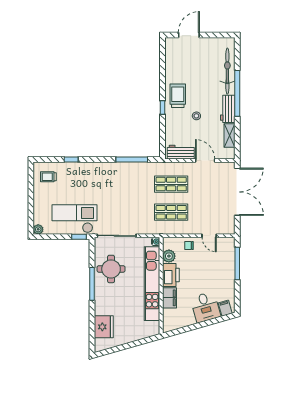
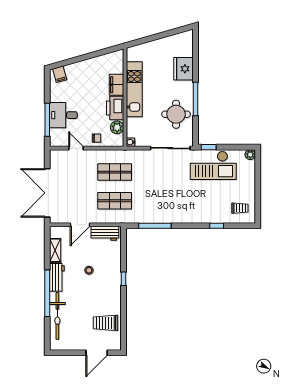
trolley: (178, 96) -> (105, 323), moved, turned 90
door: (205, 161) -> (80, 225), hinge flipped
kitchen unit: (152, 284) -> (134, 89), width x0.73
desk: (205, 307) -> (63, 115), moved, turned -74
fridge: (104, 327) -> (183, 69), moved

